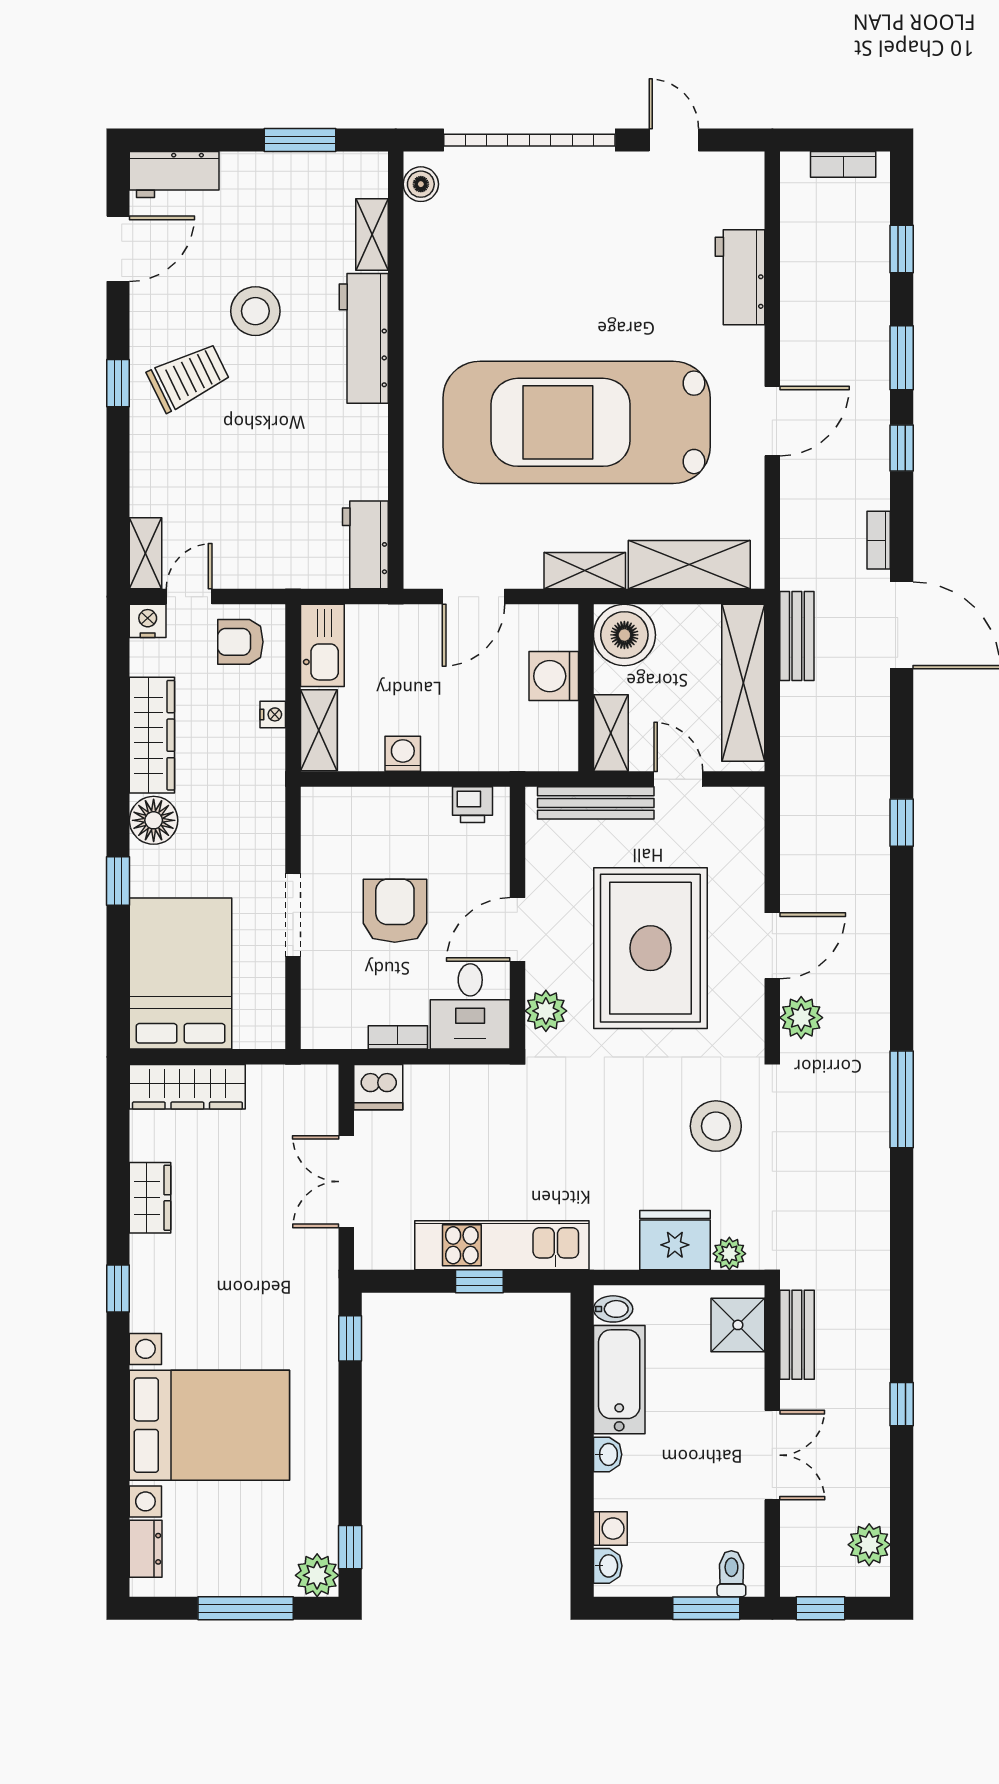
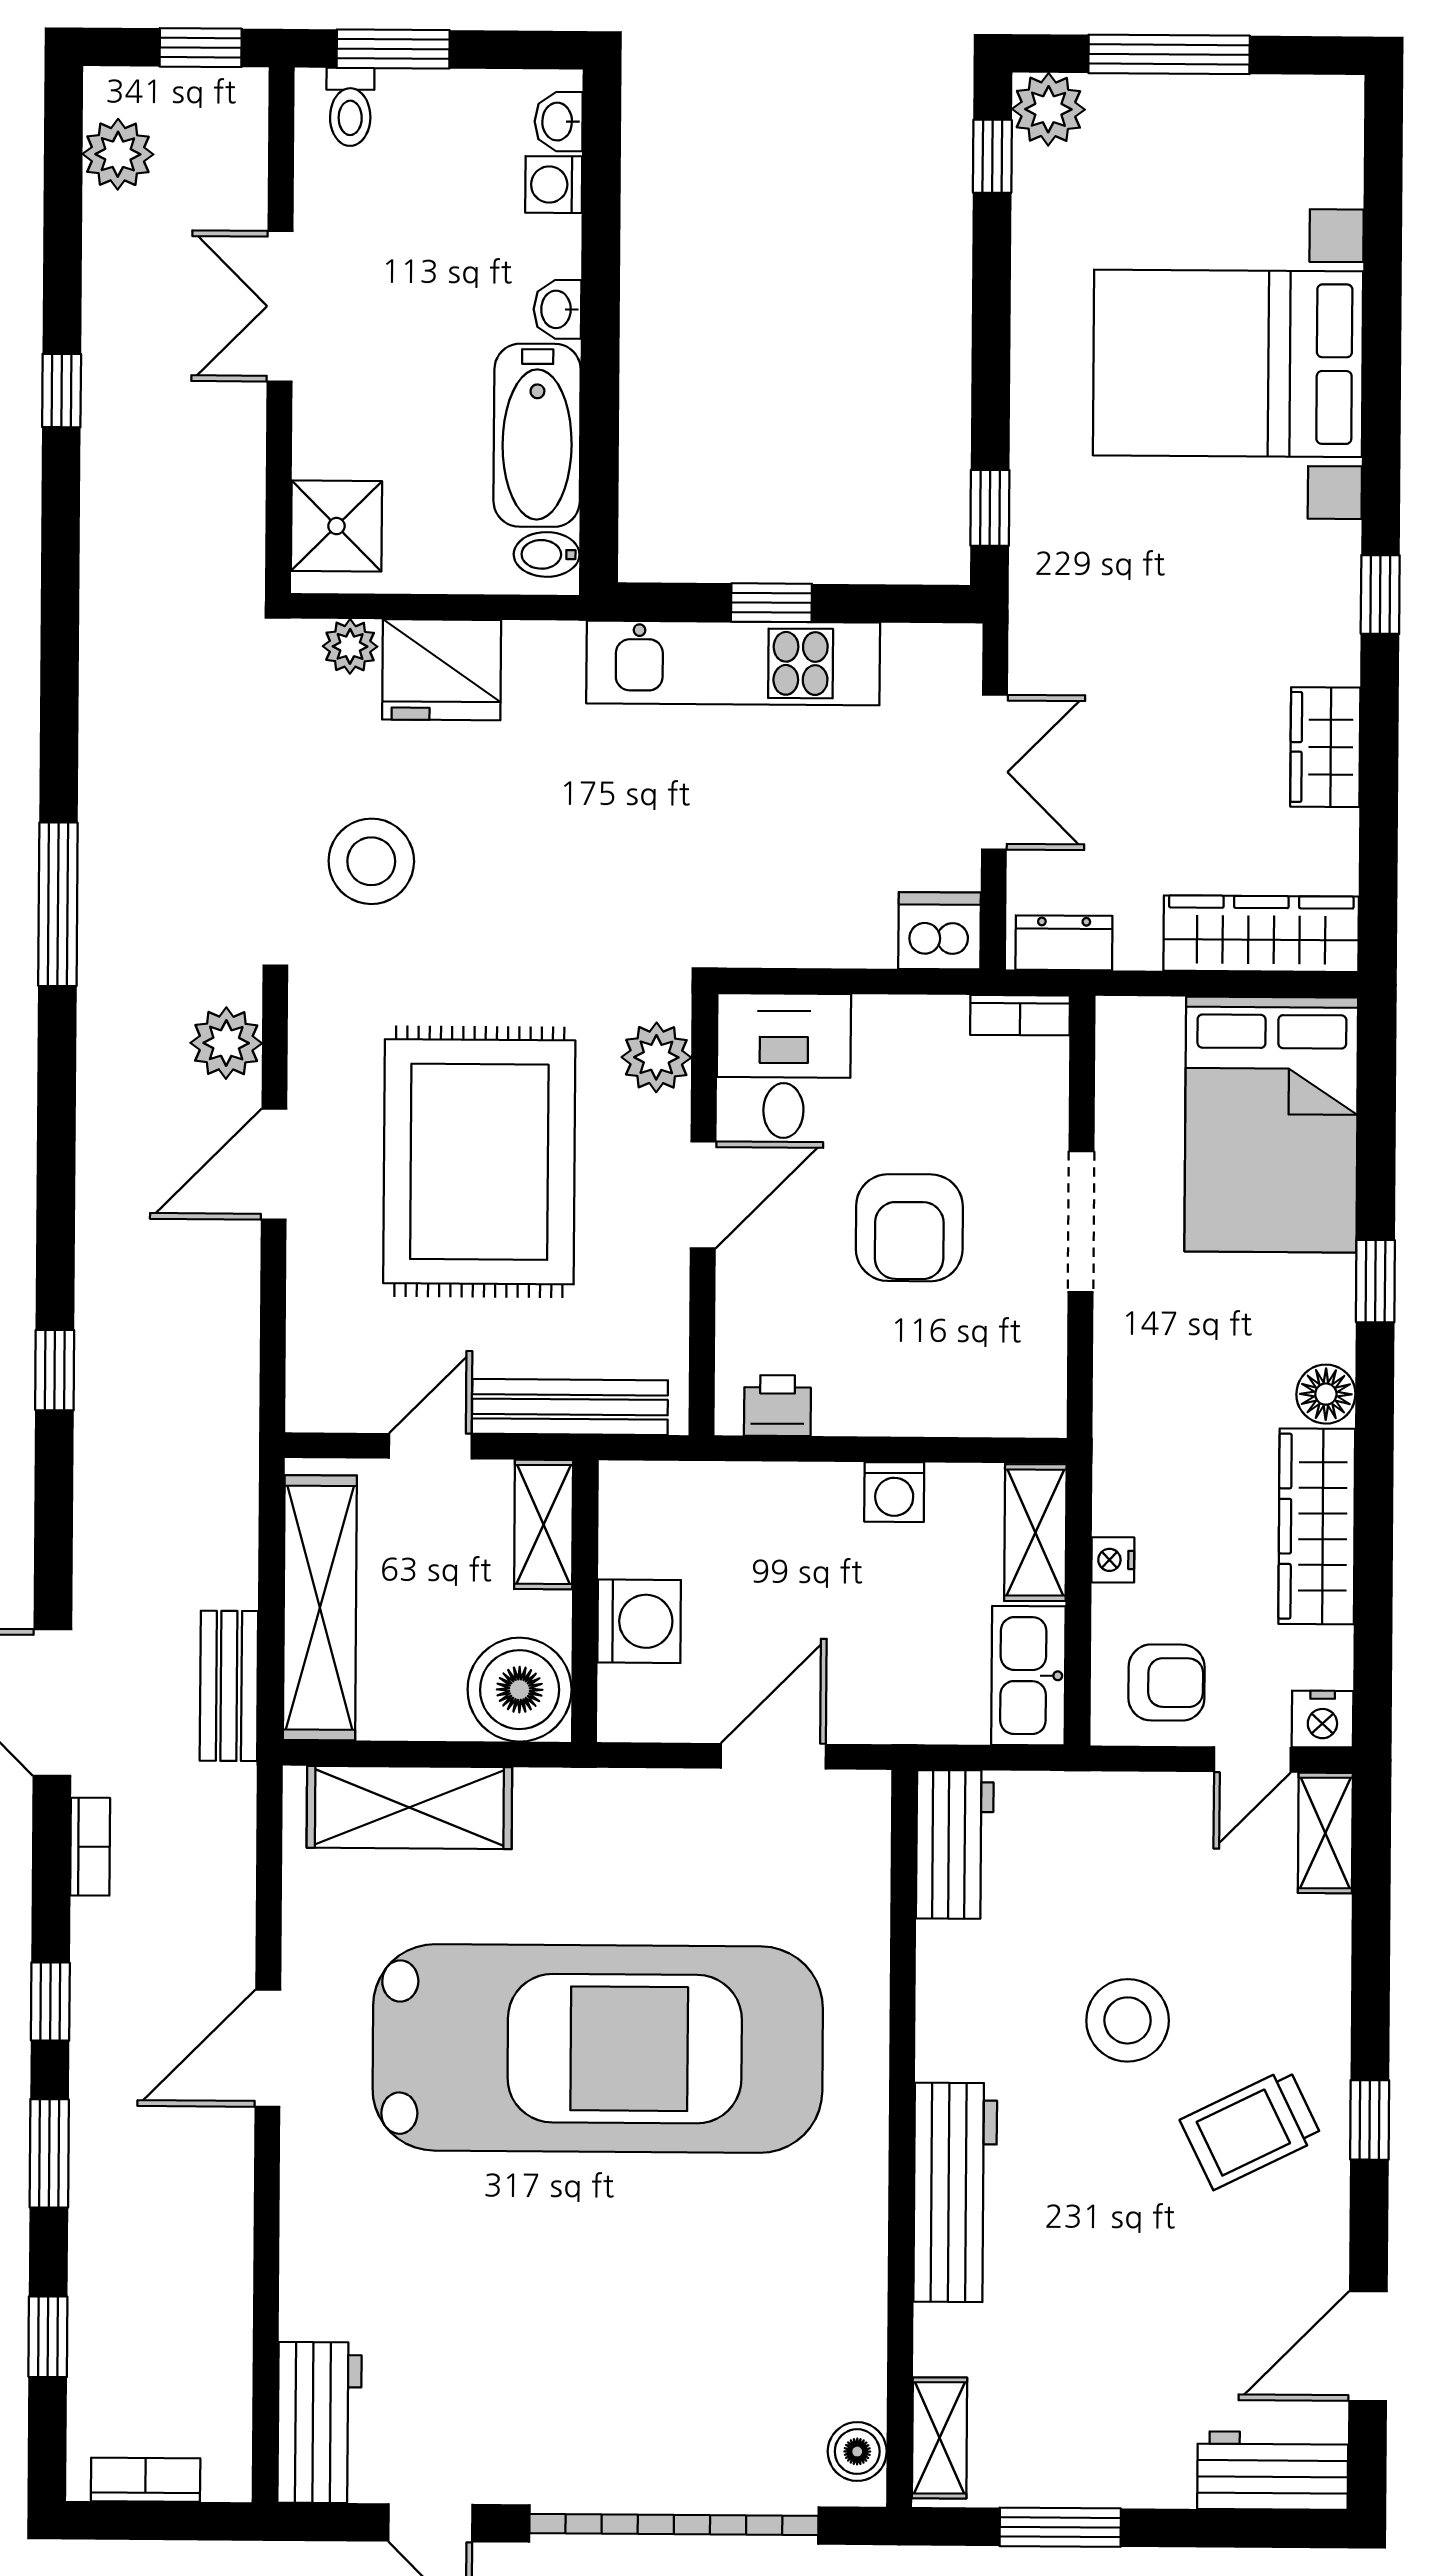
shelving: (372, 234) -> (940, 2438), moved
workbench: (740, 277) -> (320, 2422), moved
stool: (255, 311) -> (1128, 2020), moved
shelving: (585, 571) -> (585, 1799), removed
door: (678, 779) -> (430, 1446), swing flipped
floor lamp: (154, 820) -> (1326, 1394), width x0.73, depth x0.73
bookcase: (398, 1037) -> (1020, 1015), moved
bench: (797, 1335) -> (237, 509), removed
dresser: (146, 1549) -> (1064, 943), moved, turned 90

